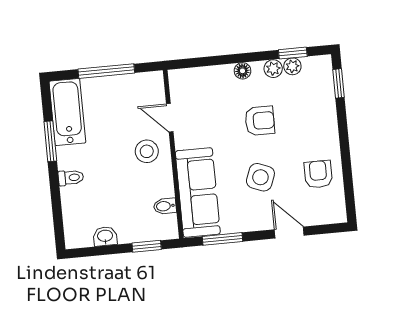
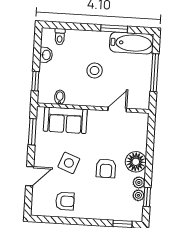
floor lamp: (242, 71) -> (136, 162), width x1.89, depth x1.89
stool: (147, 151) -> (95, 70), moved
toilet: (71, 178) -> (60, 37), moved
sofa: (198, 192) -> (65, 120), width x0.73

